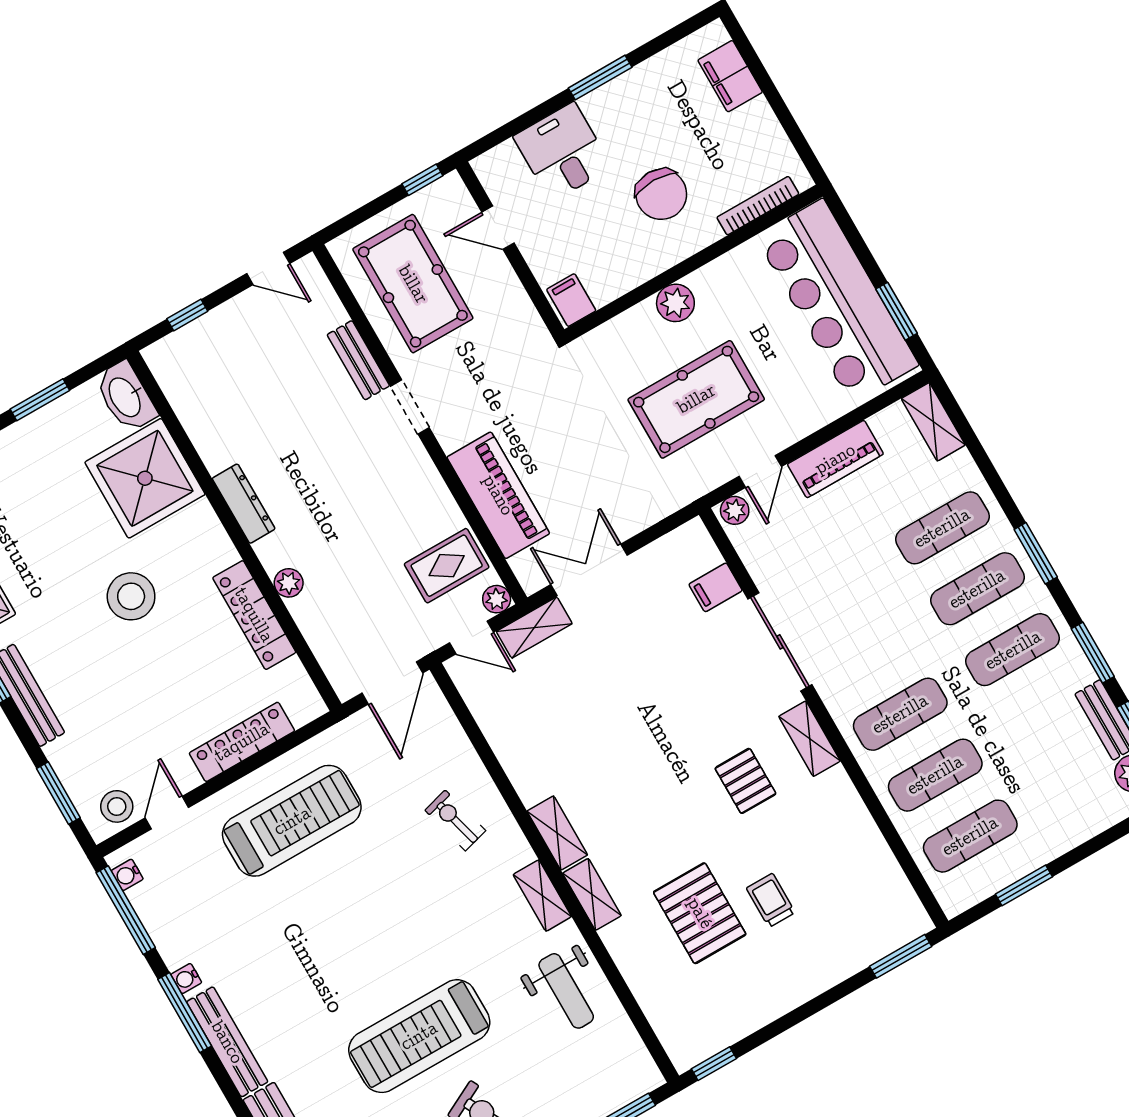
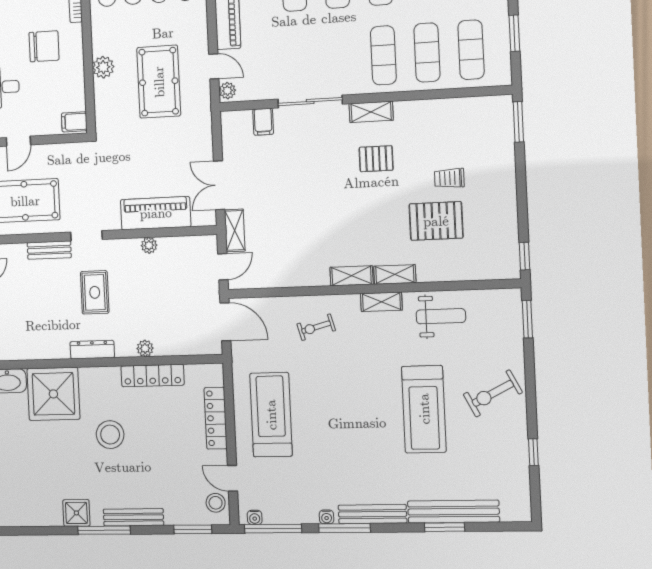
rug: (447, 566) -> (95, 292), moved
plant: (497, 599) -> (149, 245), moved

